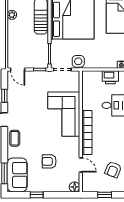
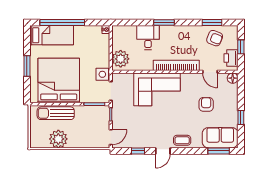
plant: (12, 15) -> (58, 139), width x1.88, depth x1.88
printer: (110, 77) -> (231, 58), moved, turned 180
plant: (93, 79) -> (121, 59), added
armchair: (49, 161) -> (206, 104), turned 180
door: (81, 165) -> (210, 72), swing flipped

